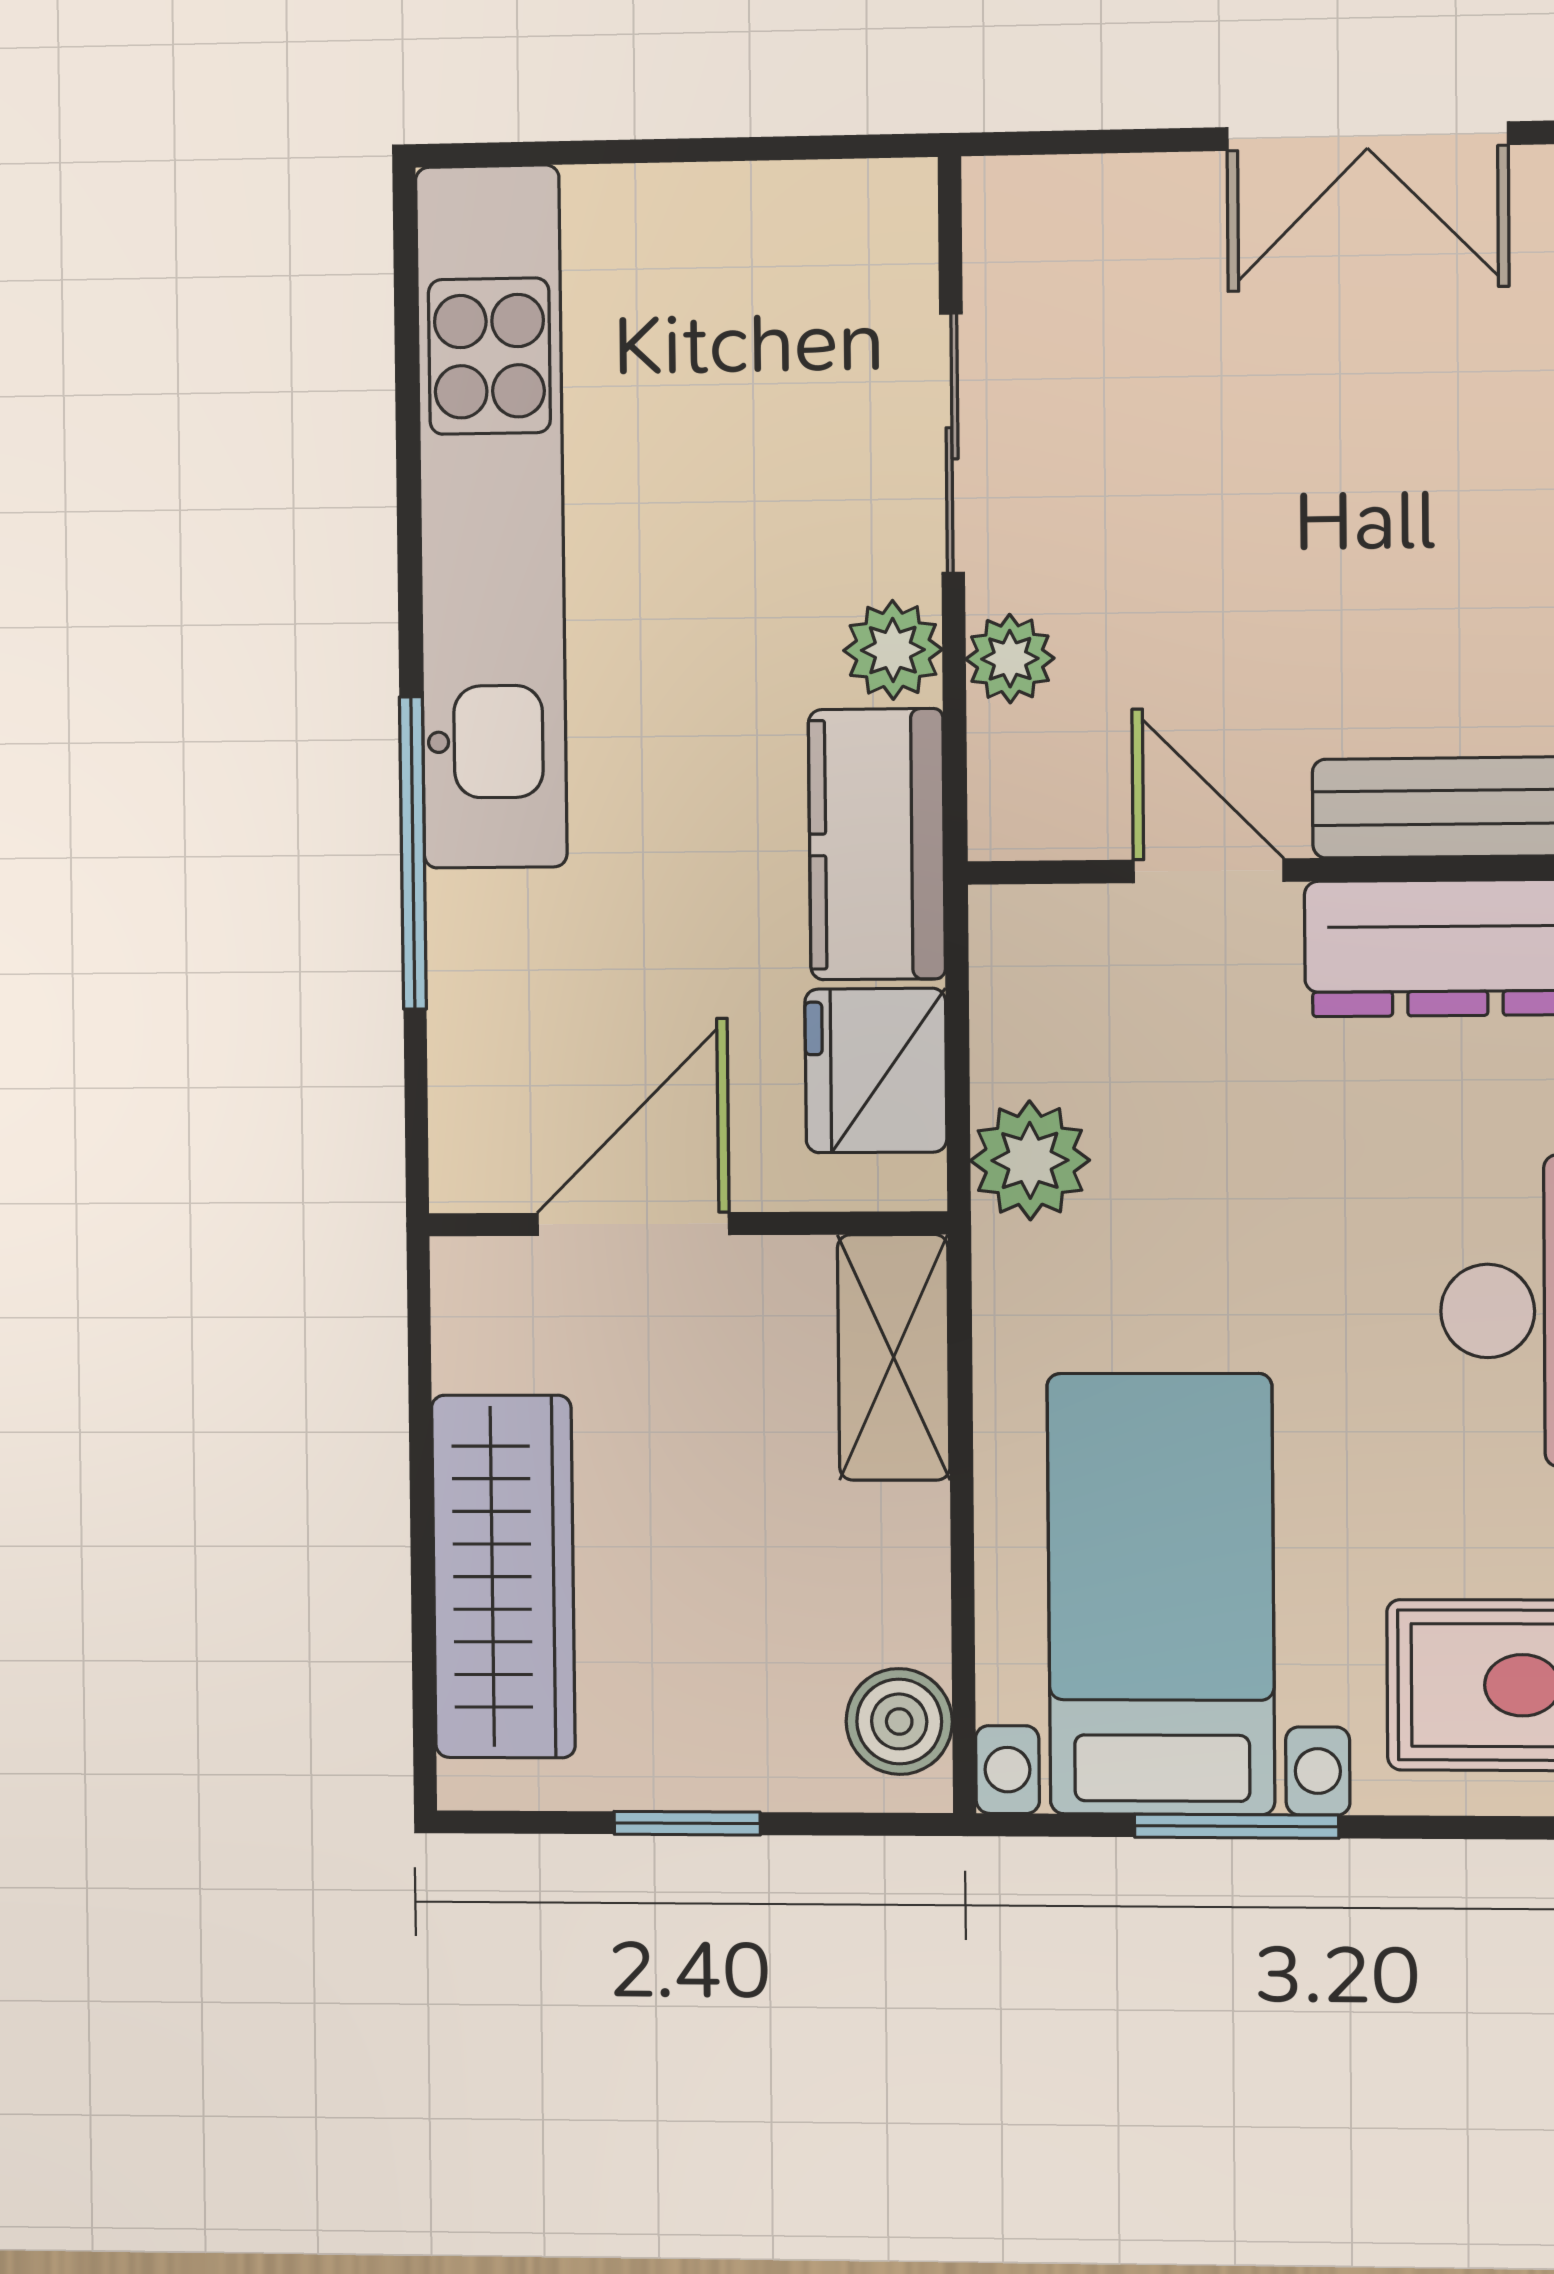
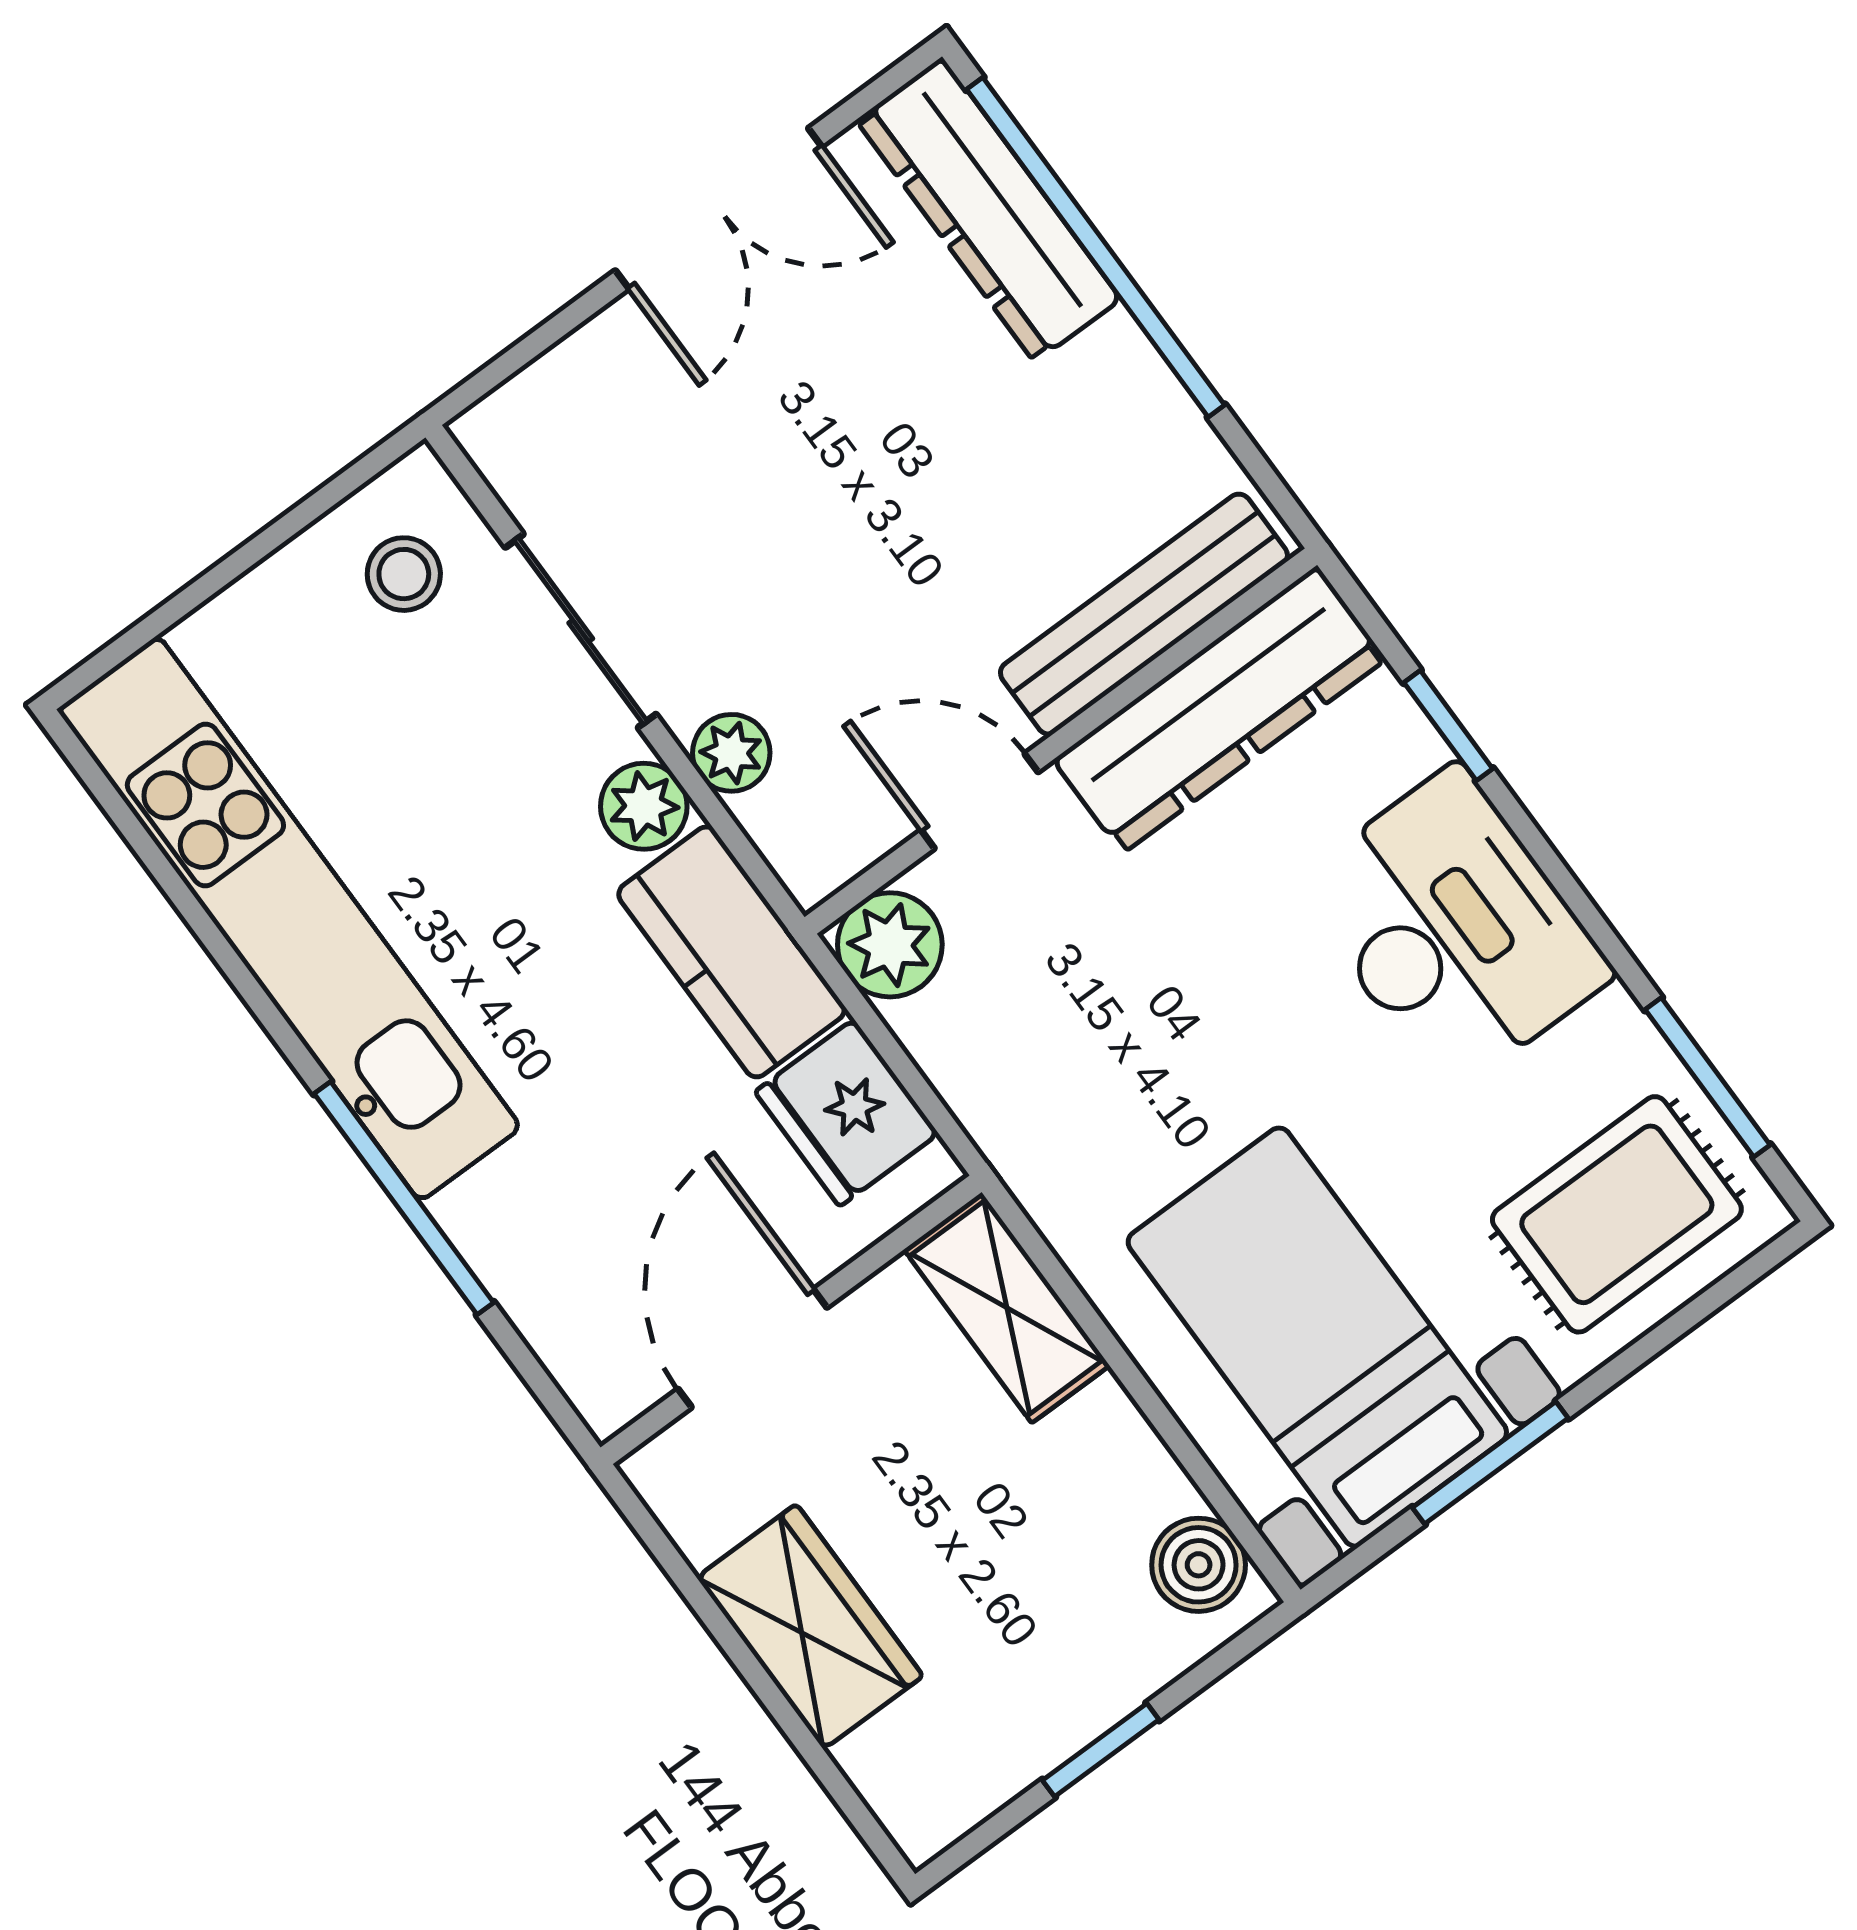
stool: (826, 272) -> (404, 574), added
plant: (1030, 1160) -> (890, 945), moved
wardrobe: (503, 1577) -> (810, 1627), width x0.67

